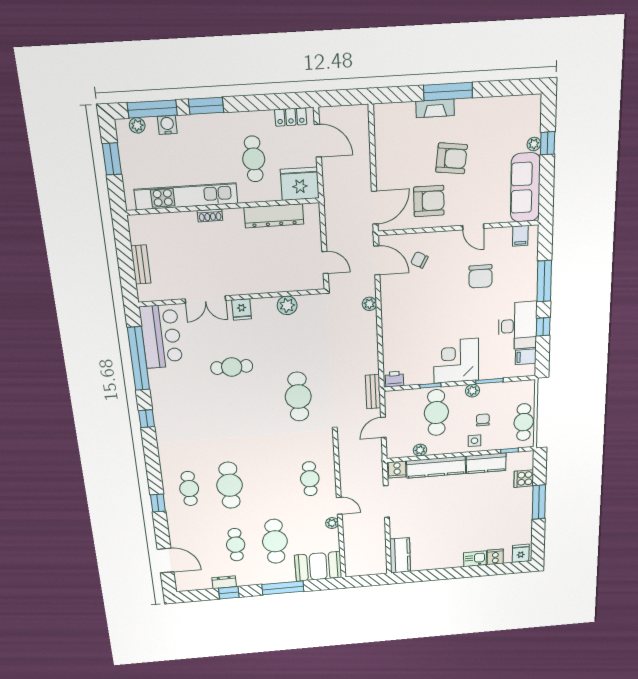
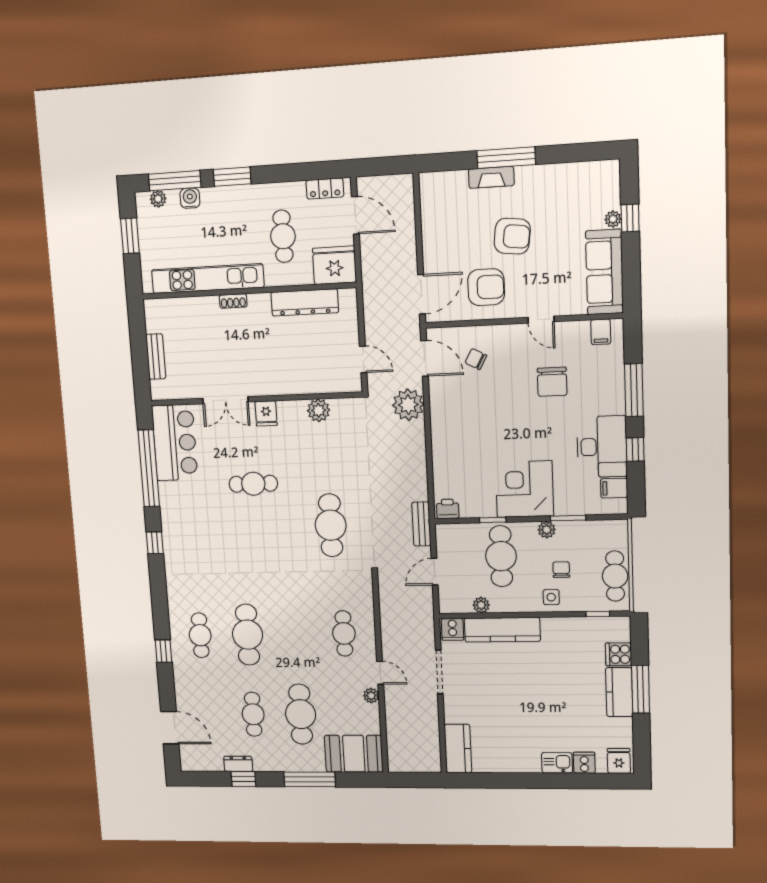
plant: (369, 304) -> (408, 405), width x1.88, depth x1.88
kitchen counter: (486, 463) -> (619, 692), moved, turned 90

